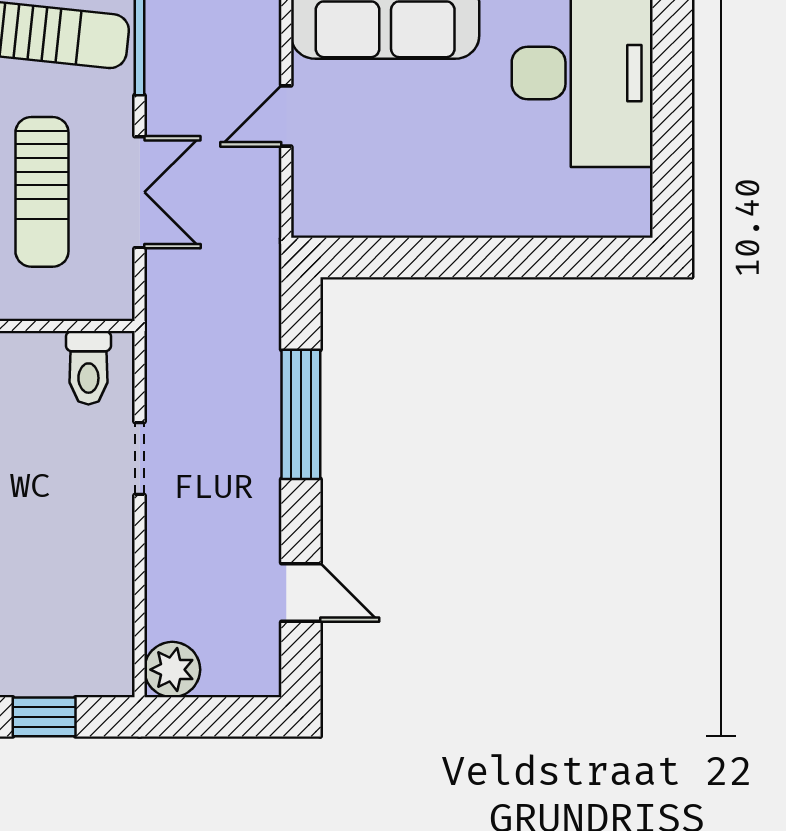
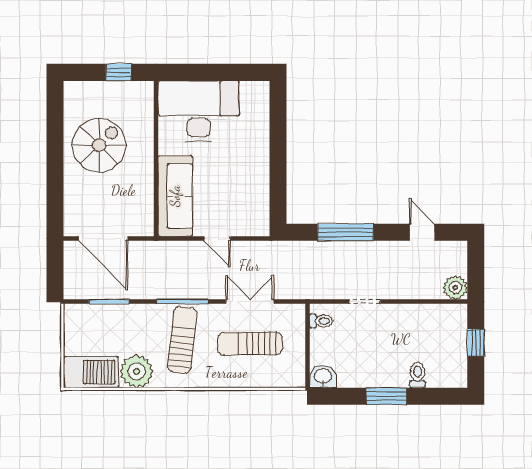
sun lounger: (42, 192) -> (250, 344), turned 180
toilet: (88, 368) -> (321, 321), width x0.73, depth x0.72
door: (301, 592) -> (422, 232), hinge flipped

